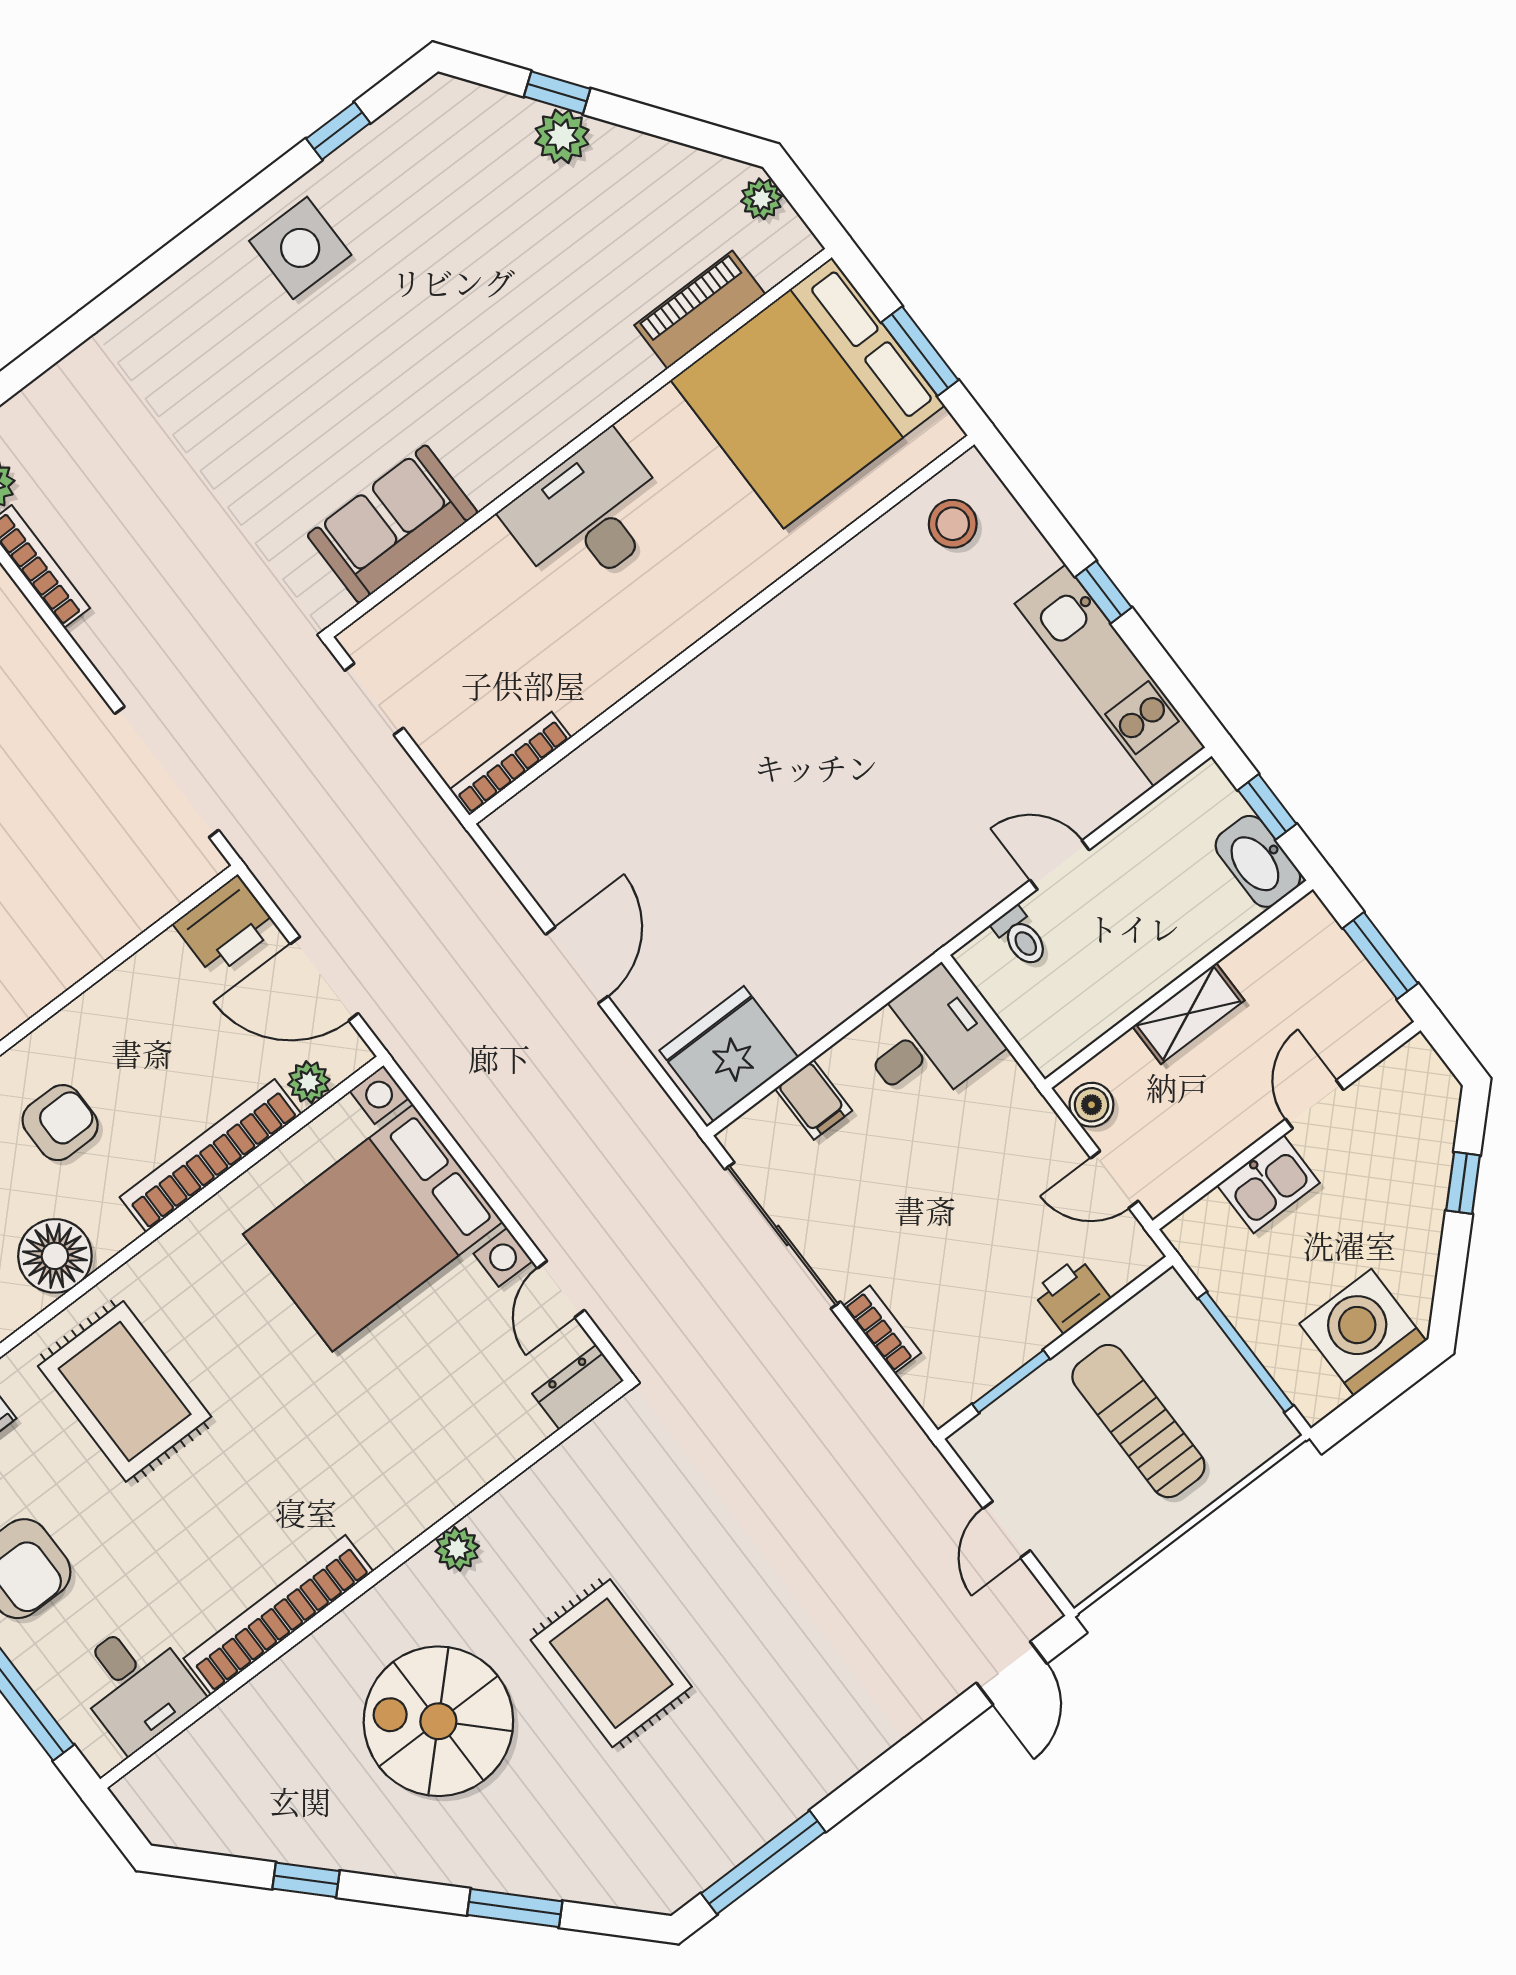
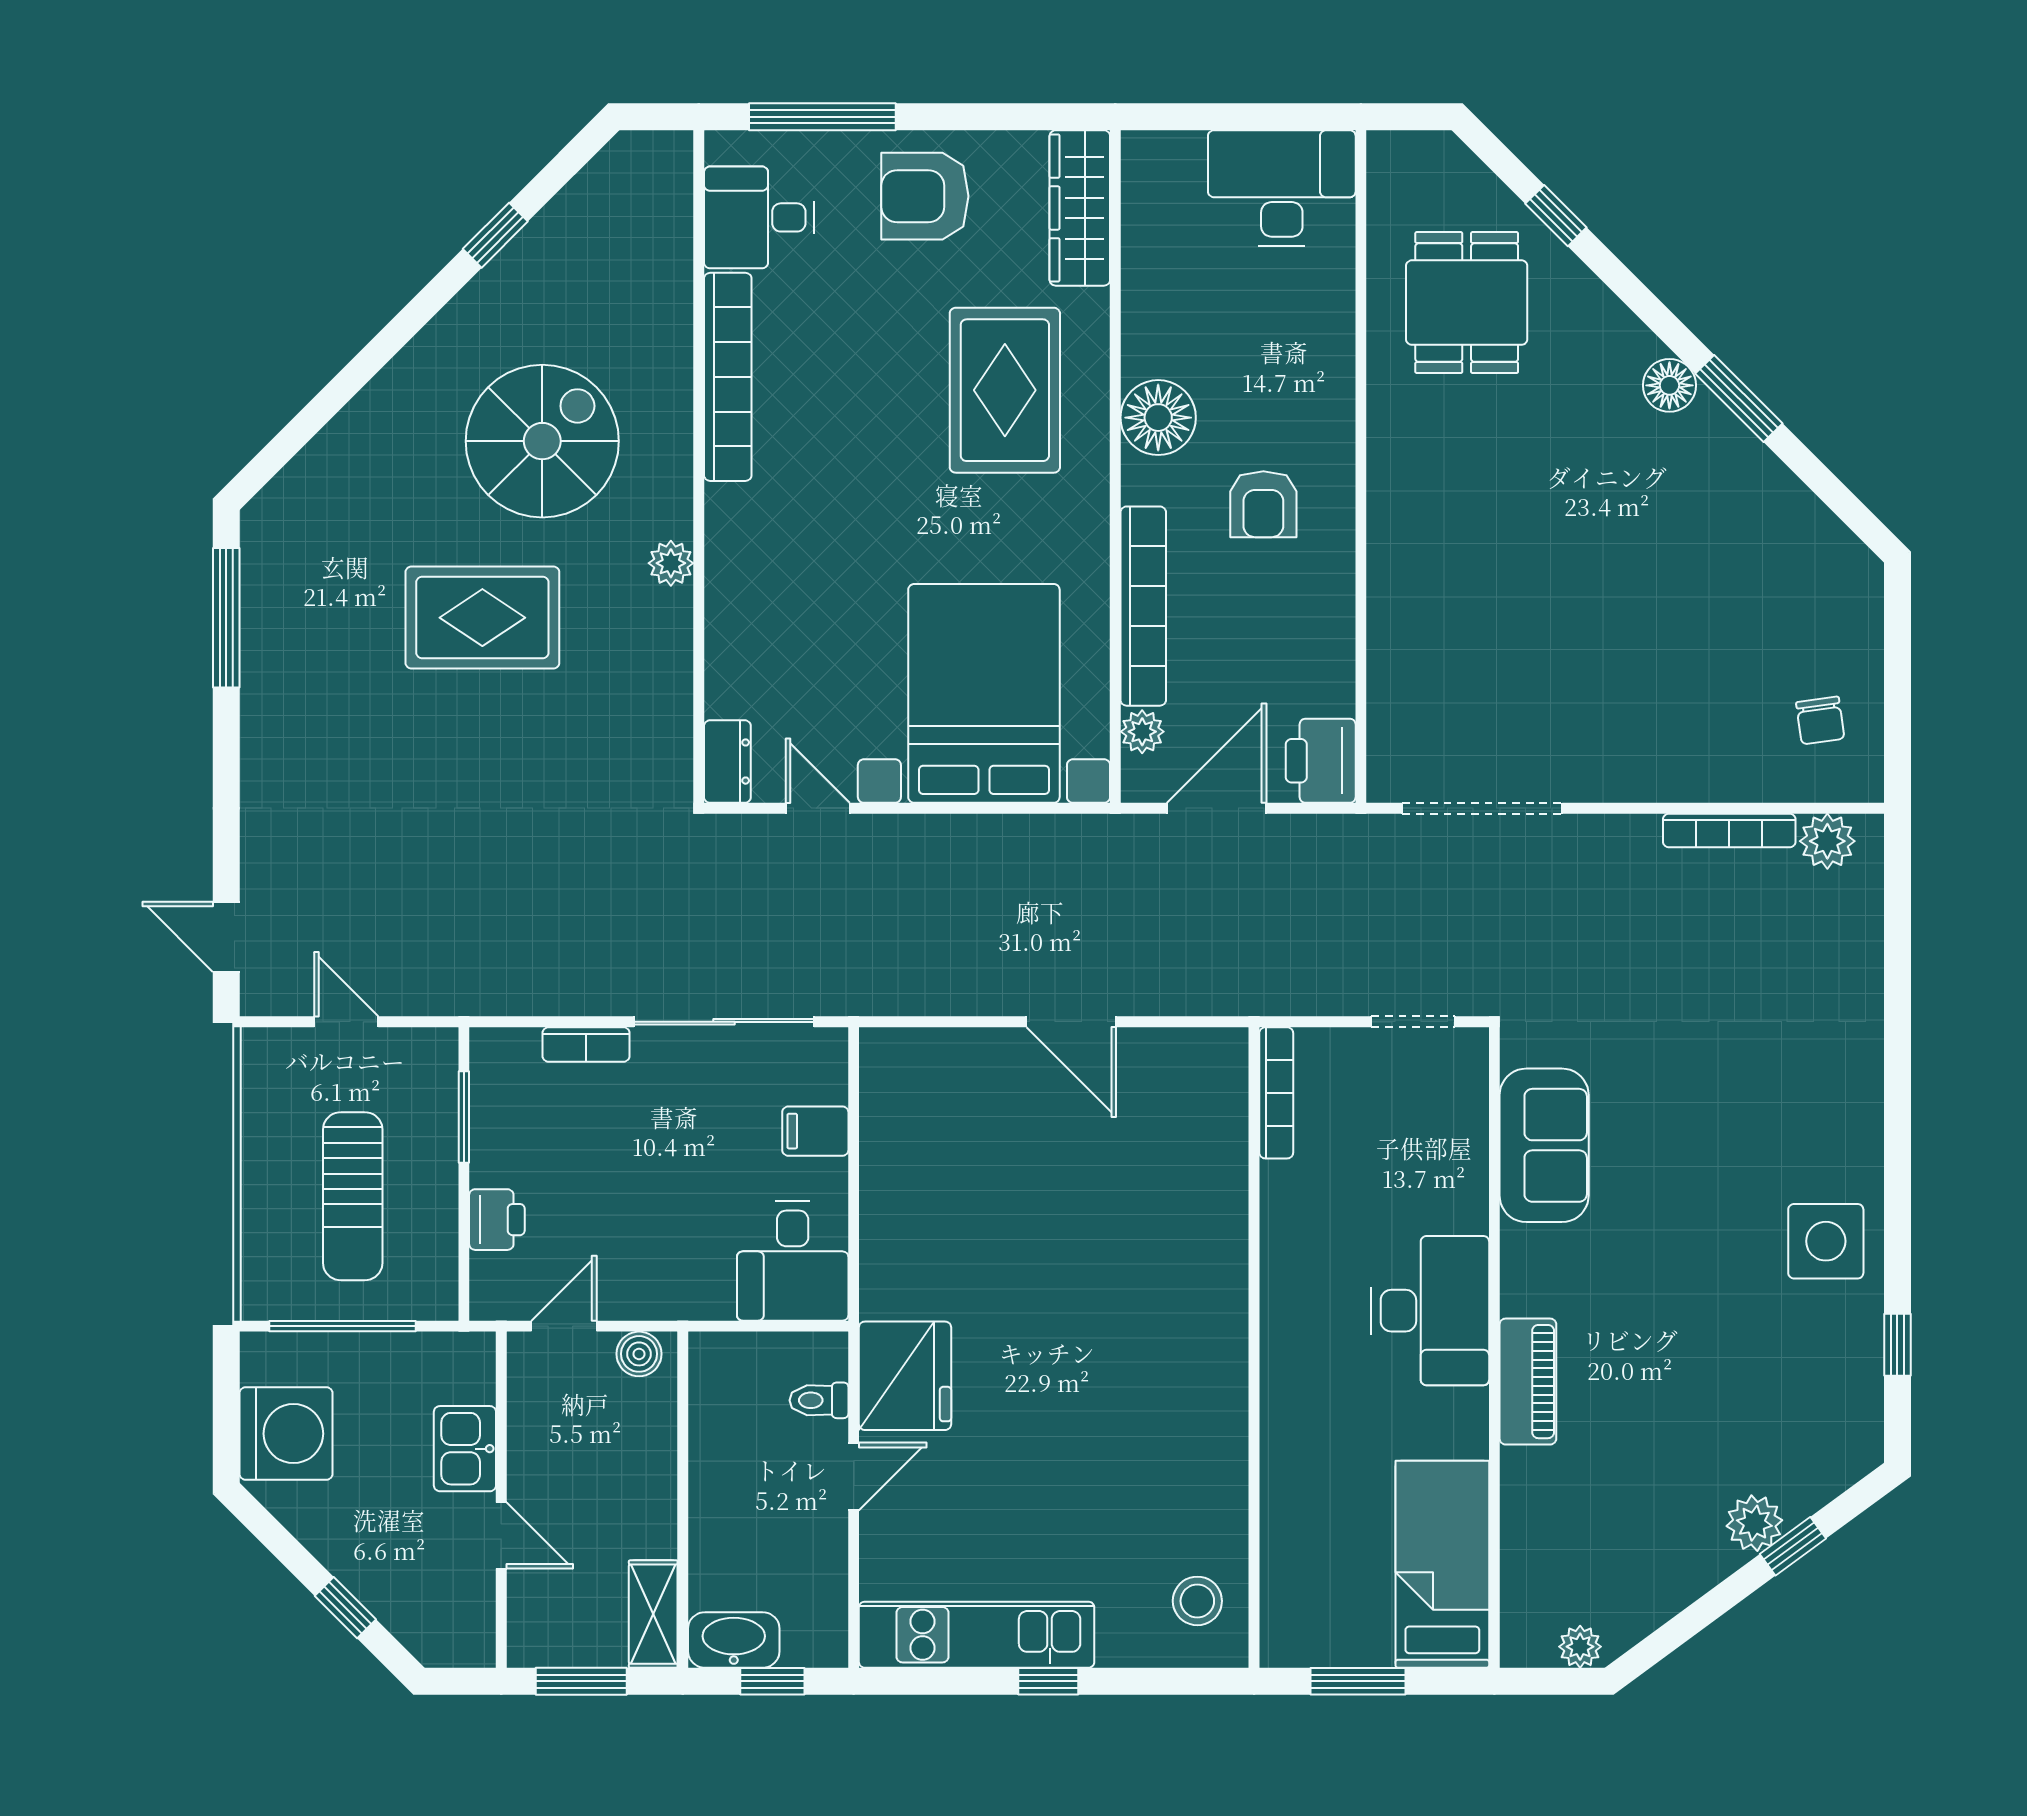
piano: (700, 310) -> (1528, 1382), moved
bed: (808, 393) -> (1442, 1564), width x0.49
shelving: (1188, 1013) -> (653, 1614), moved
fridge: (729, 1054) -> (905, 1376), moved
rug: (125, 1391) -> (1005, 390), turned 90
sun lounger: (1138, 1421) -> (353, 1196), turned 90
window: (515, 1908) -> (343, 387), removed

